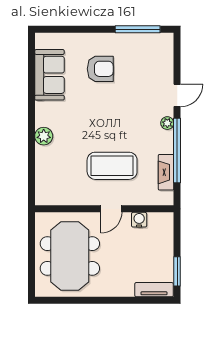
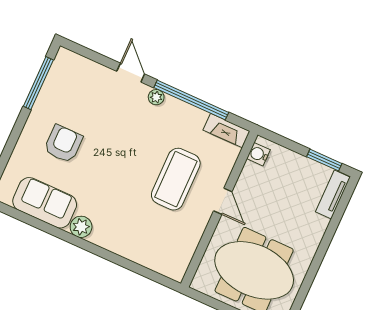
plant: (44, 136) -> (81, 227), moved
fireplace: (166, 172) -> (226, 131), moved
water cooler: (139, 220) -> (258, 154), moved

